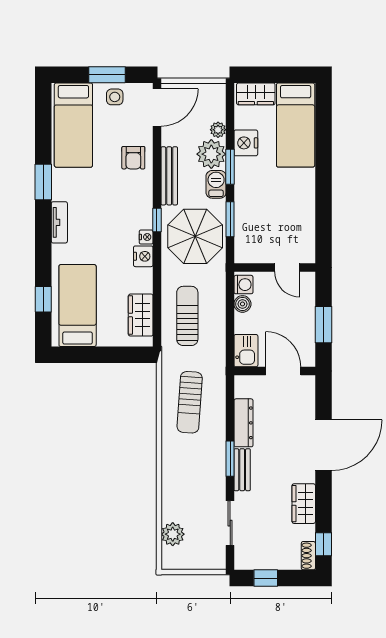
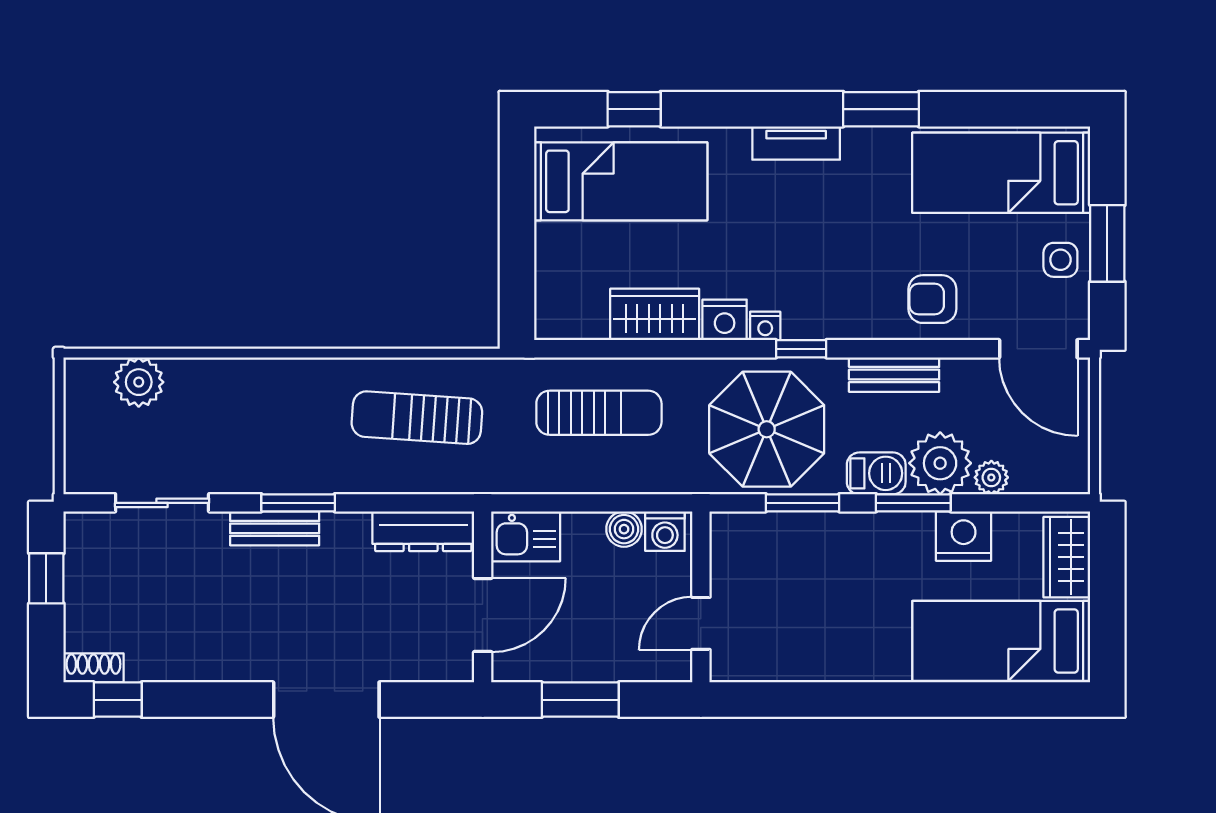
bench: (169, 176) -> (894, 375), width x0.73
wardrobe: (141, 315) -> (655, 314), moved
dresser: (244, 423) -> (423, 531), moved
wardrobe: (304, 504) -> (203, 658), removed

